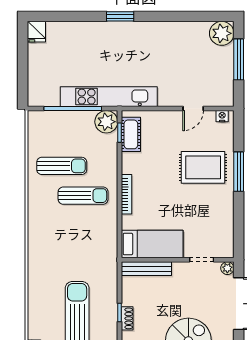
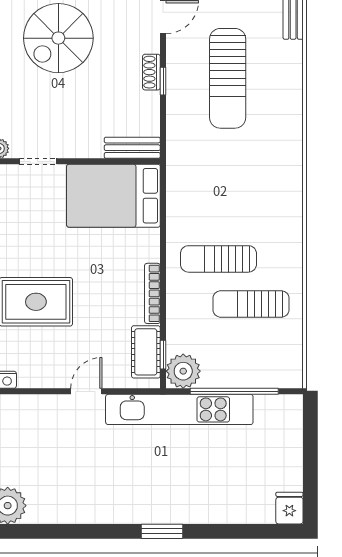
door: (193, 108) -> (86, 391), moved
bookcase: (127, 194) -> (152, 293), moved
bed: (152, 244) -> (113, 196), width x1.50
bench: (146, 269) -> (132, 148), width x0.73

